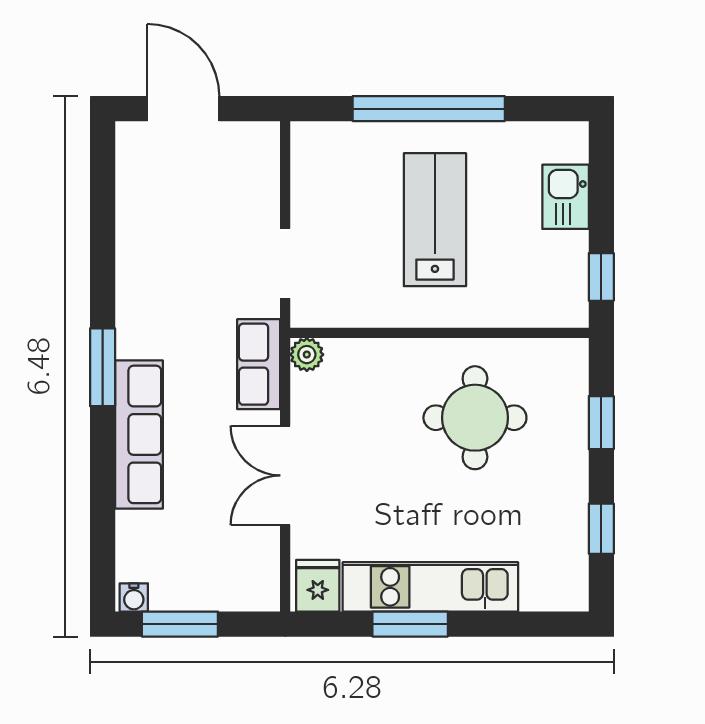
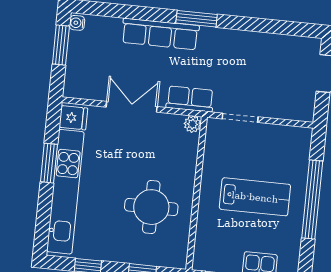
kitchen unit: (430, 587) -> (65, 192), width x1.36

